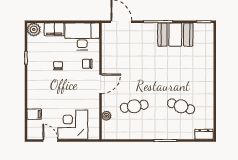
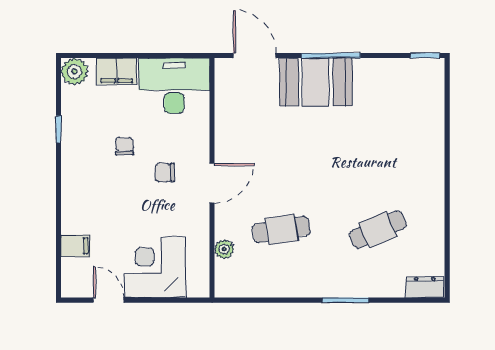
booth: (175, 35) -> (316, 82), moved
chair: (87, 64) -> (165, 173), moved
cafe table: (181, 106) -> (378, 230), turned -42

